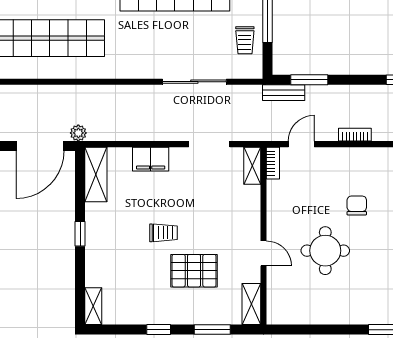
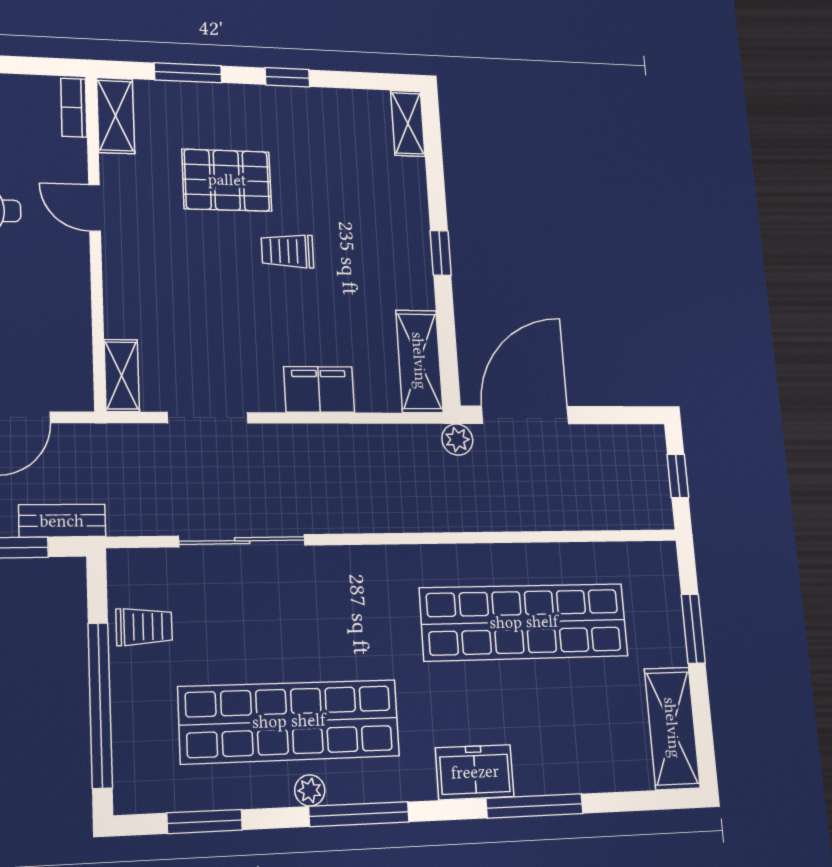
trolley: (245, 40) -> (144, 627), turned 90
bookcase: (273, 163) -> (74, 108), moved

